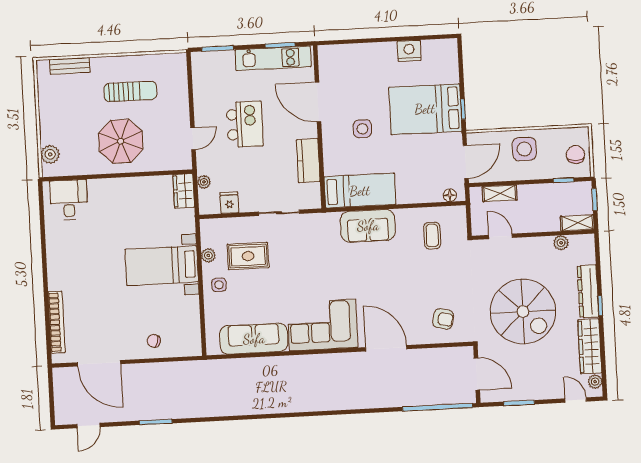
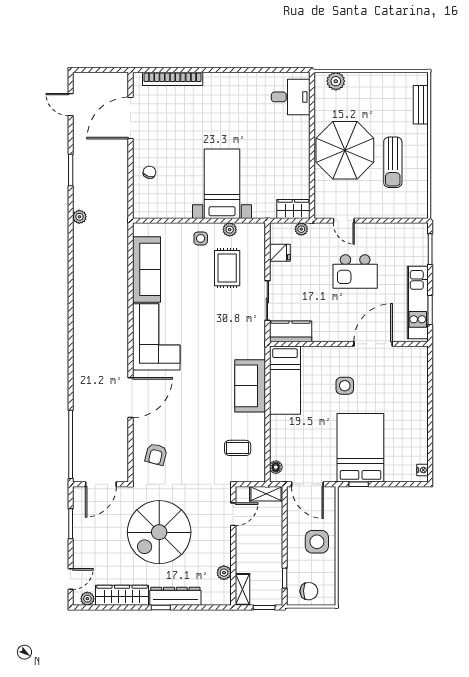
nightstand: (409, 51) -> (423, 470), moved, width x0.53, depth x0.56
parasol: (121, 141) -> (345, 150), width x1.36, depth x1.36
kitchen counter: (308, 161) -> (291, 331), moved
shelving: (500, 193) -> (266, 494), moved, turned 90
plant: (203, 410) -> (79, 217), added

